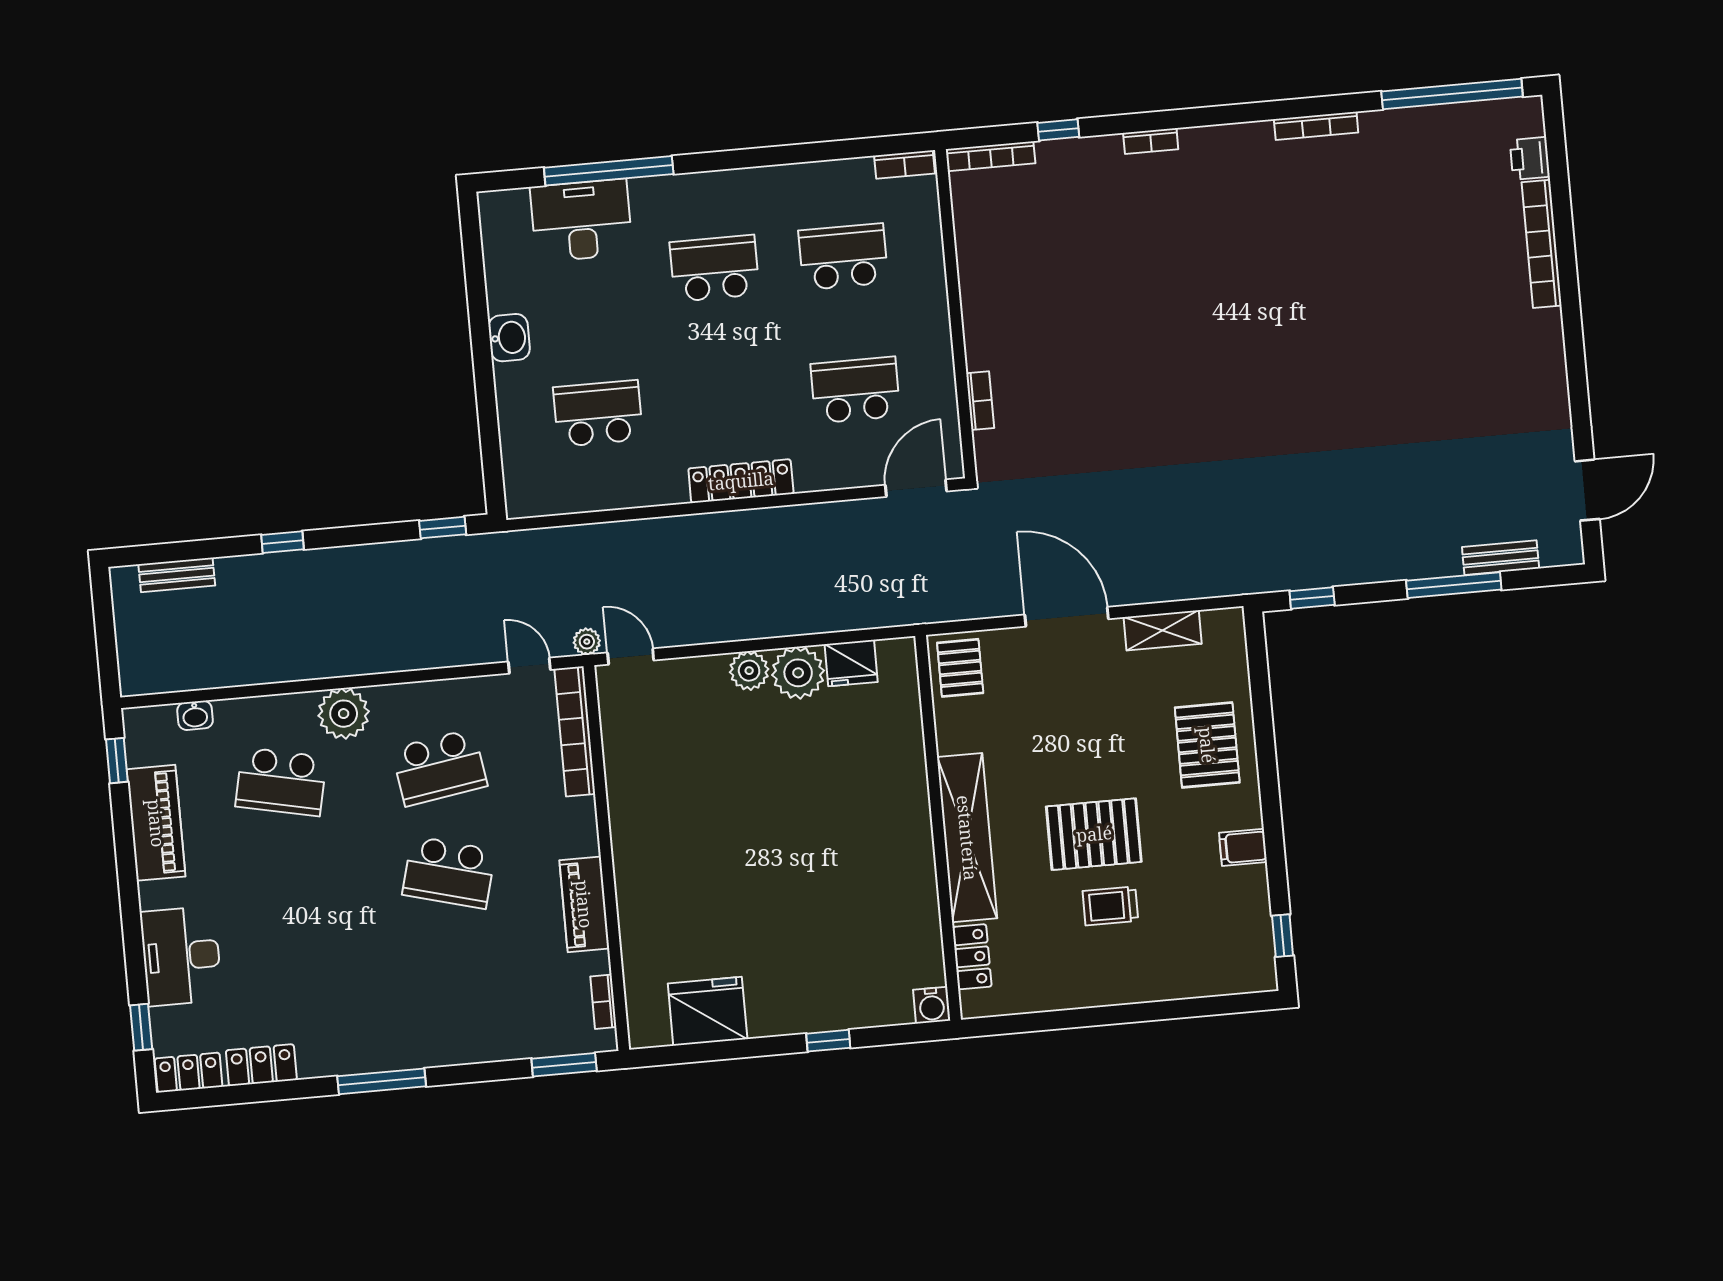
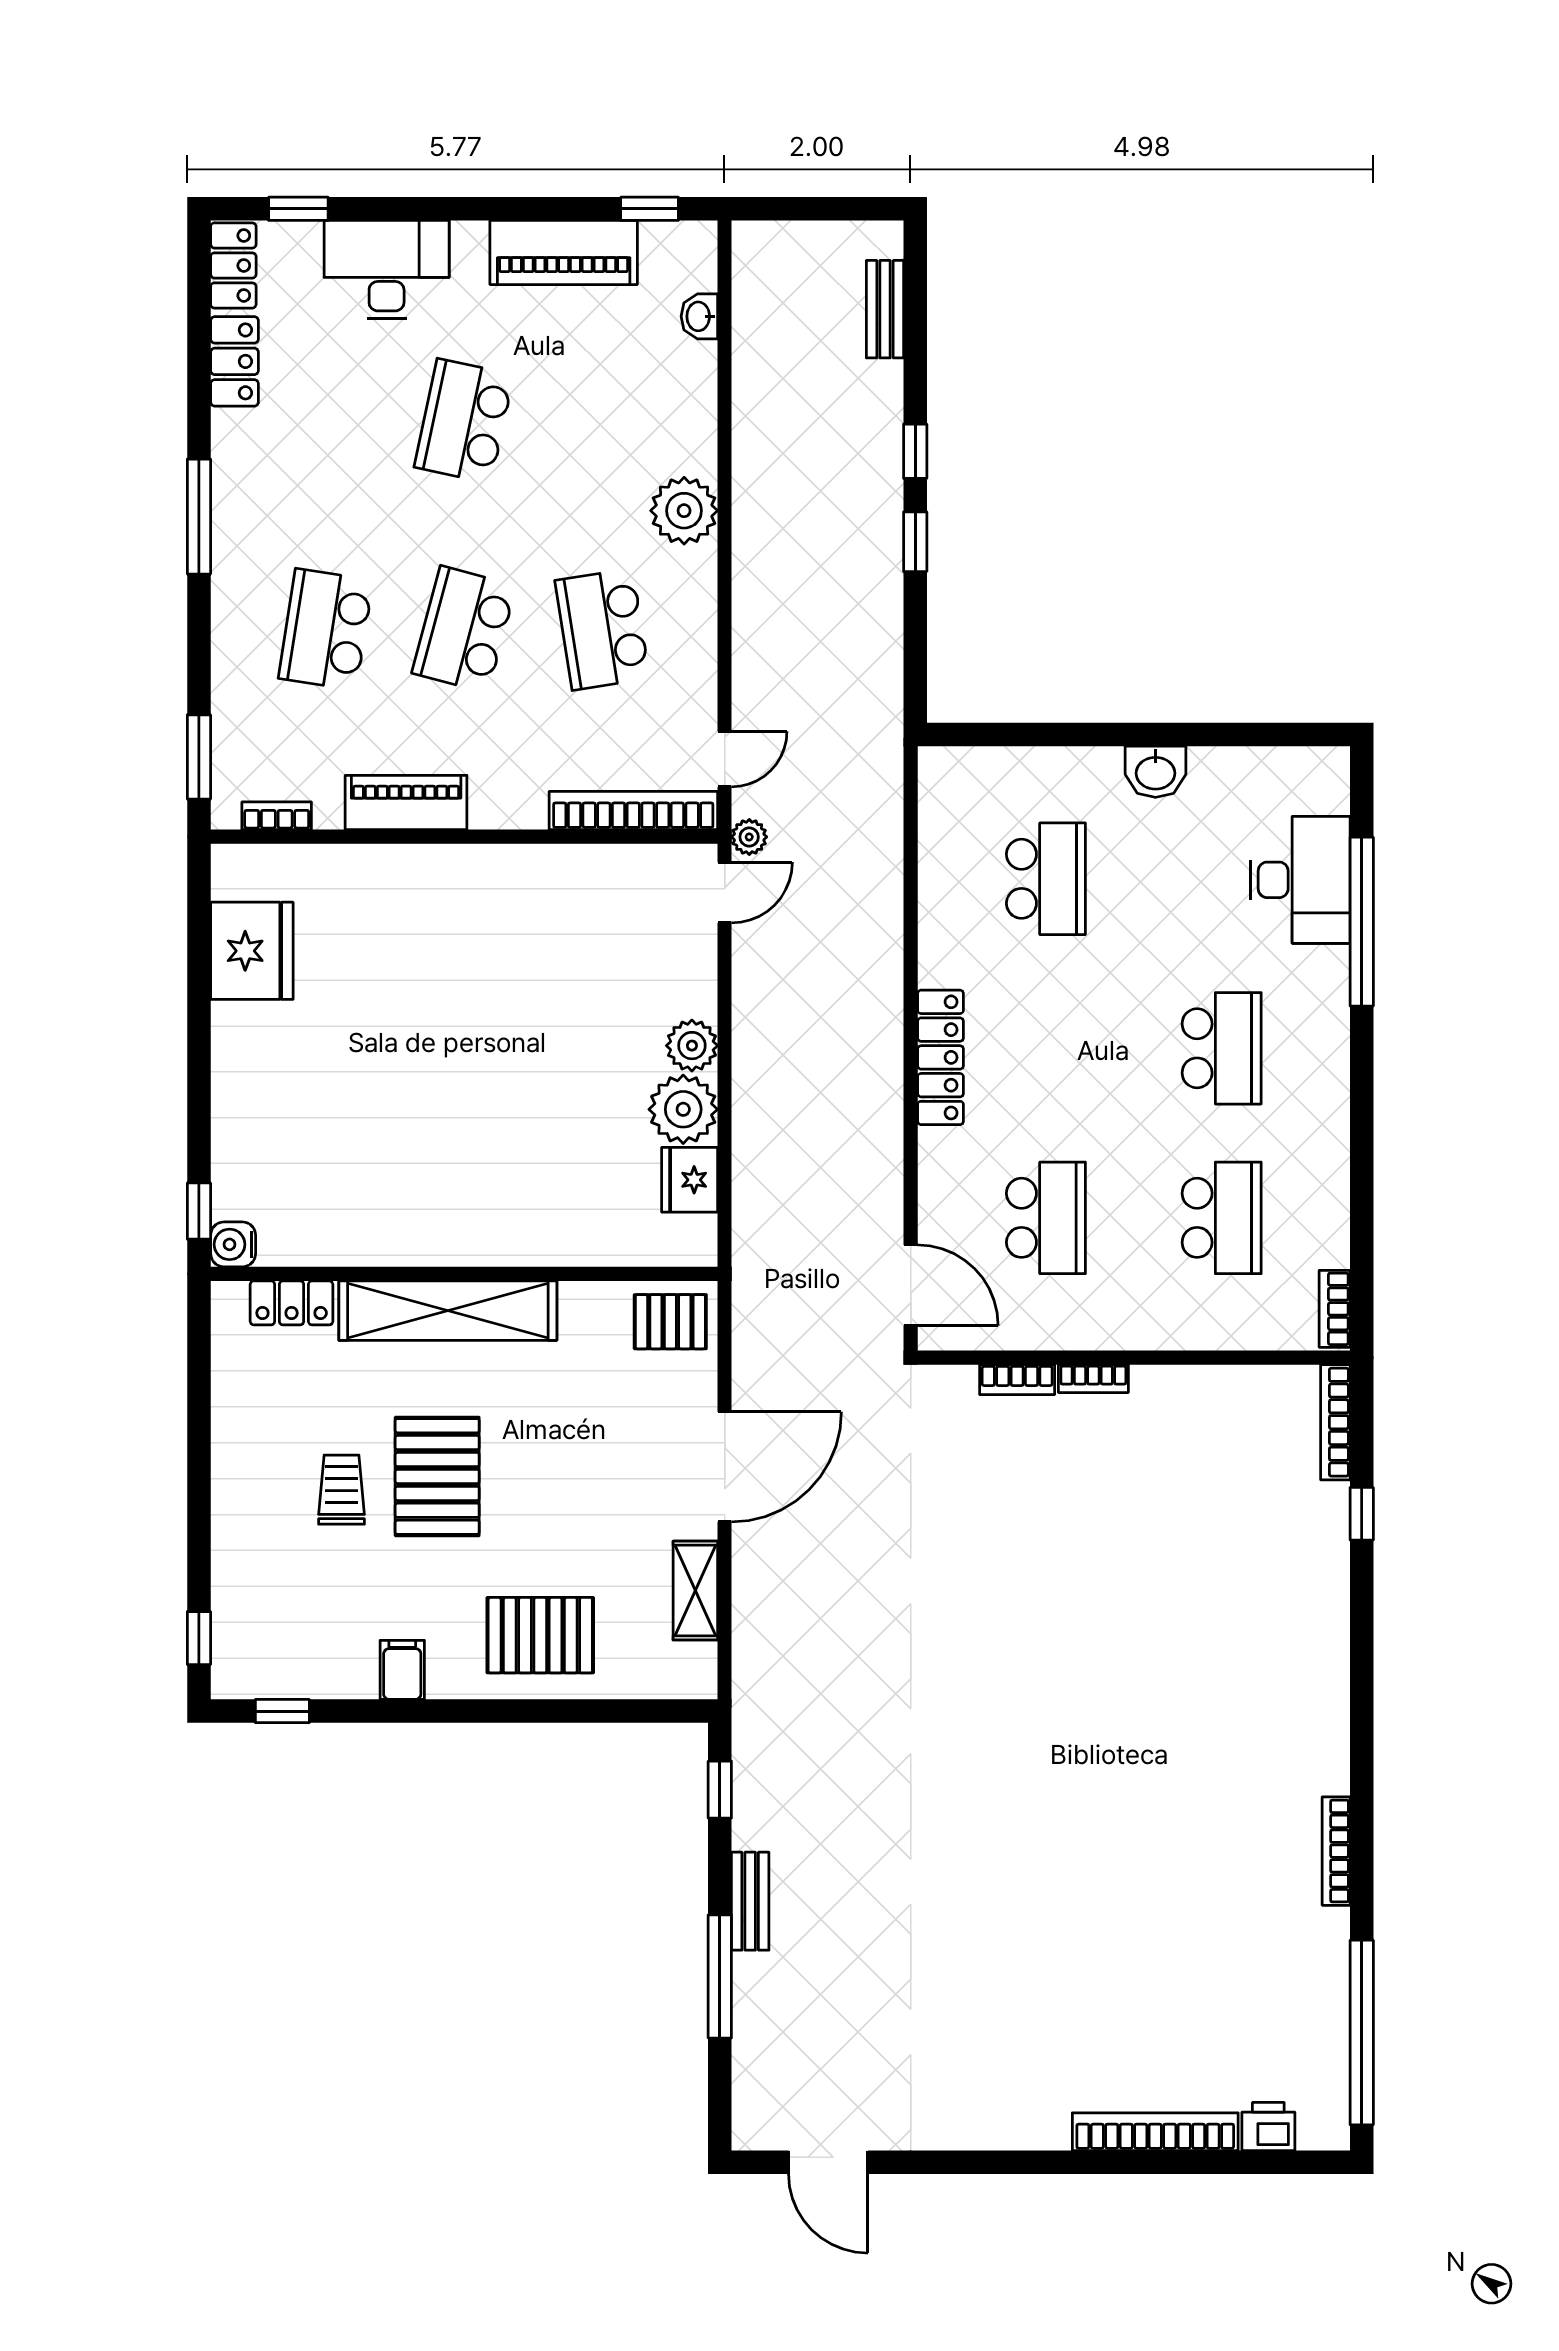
bookcase: (1151, 141) -> (1093, 1379), moved, turned -90
window: (443, 528) -> (915, 542), moved
bench: (1501, 558) -> (750, 1901), moved
school desk: (281, 782) -> (464, 421), moved
school desk: (458, 977) -> (326, 629), added
window: (1233, 1004) -> (199, 1638), added
window: (828, 1041) -> (199, 1211), moved

